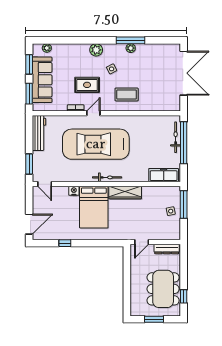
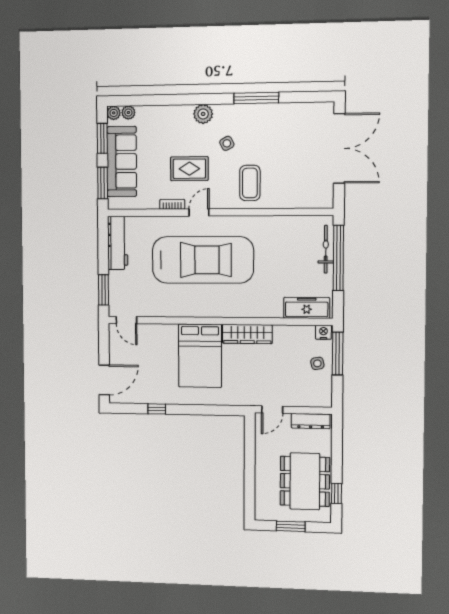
plant: (131, 48) -> (114, 113), moved
coffee table: (127, 94) -> (250, 183), turned 90
car: (96, 144) -> (203, 260), turned 180
bicycle: (107, 177) -> (220, 311), removed
nightstand: (74, 191) -> (323, 332), moved

